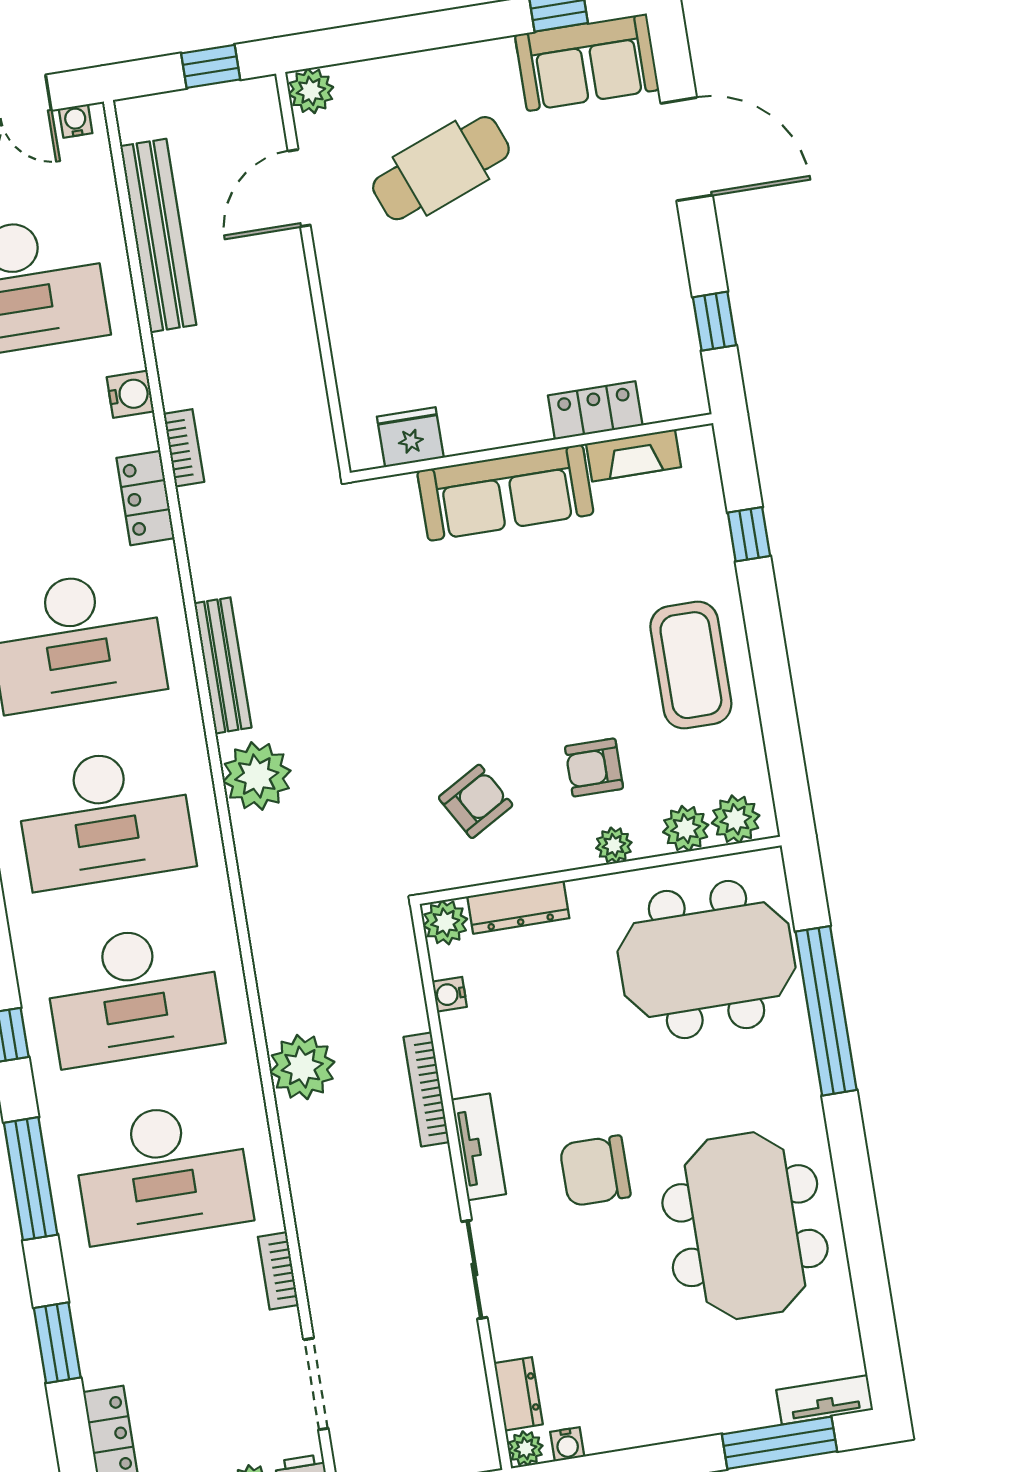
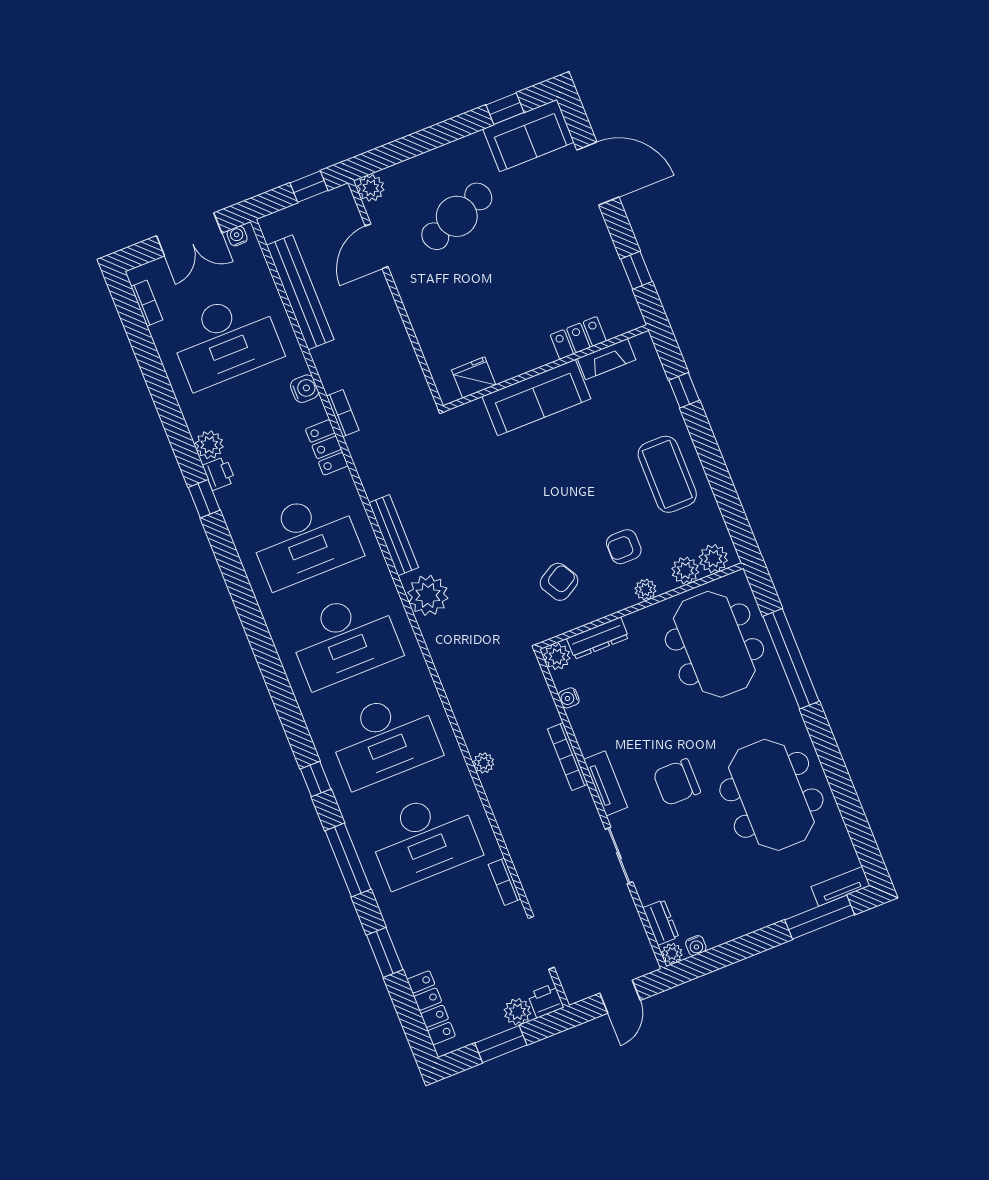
meeting table: (706, 960) -> (714, 644), turned 90
plant: (302, 1067) -> (484, 763), width x0.53, depth x0.53

